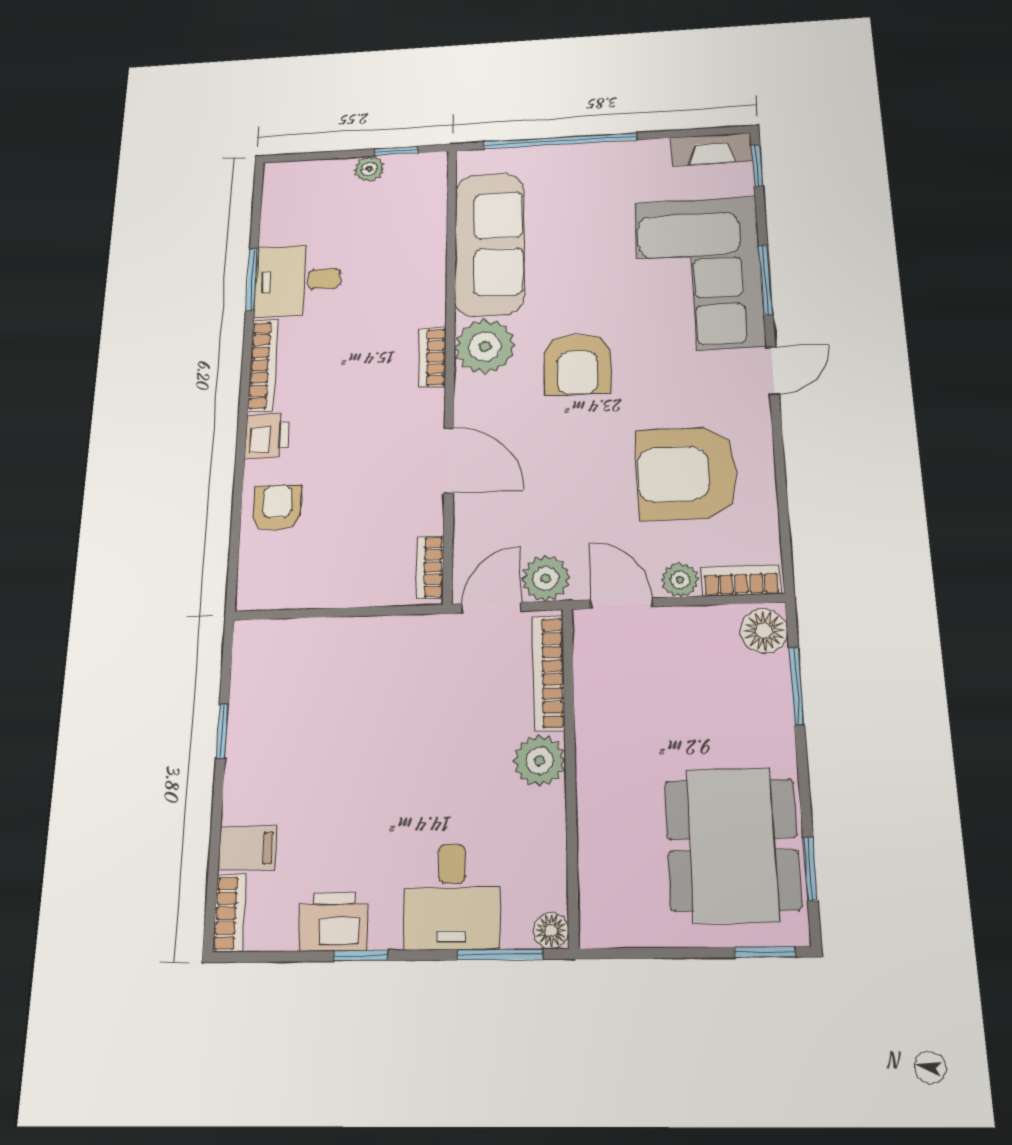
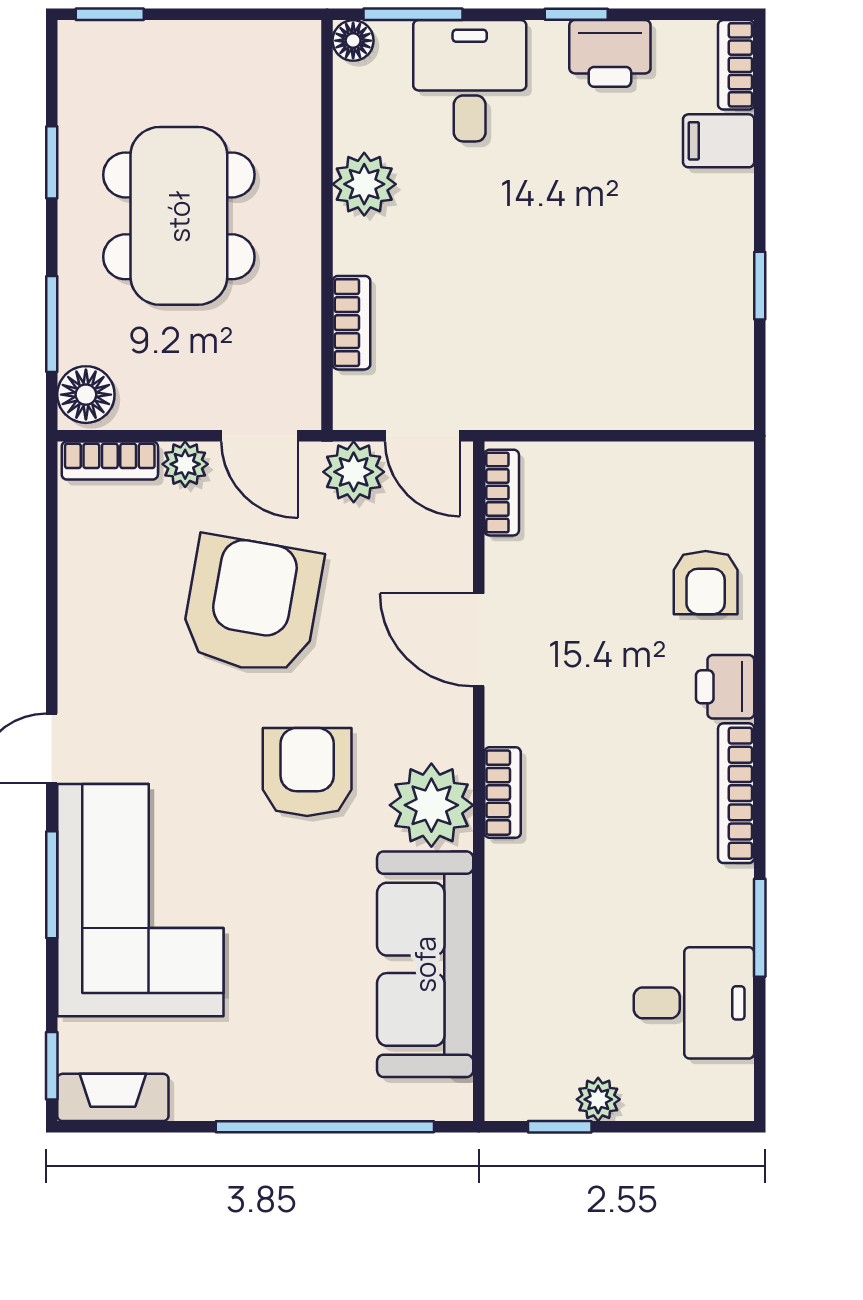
desk: (298, 280) -> (694, 1003), moved
armchair: (687, 473) -> (252, 605), moved, turned -80
door: (491, 607) -> (423, 436), hinge flipped
bookcase: (549, 673) -> (351, 323), width x0.64
plant: (539, 761) -> (364, 184), moved
dining table: (732, 844) -> (179, 216), moved
window: (810, 869) -> (52, 162), moved

